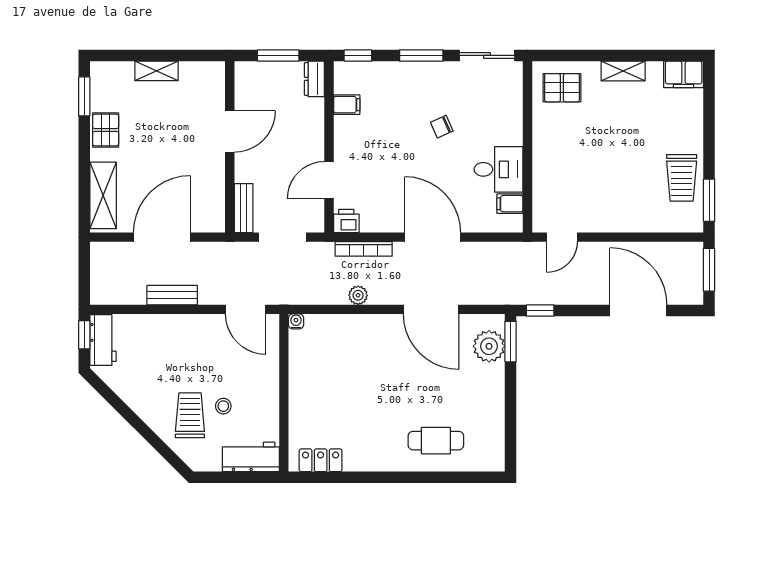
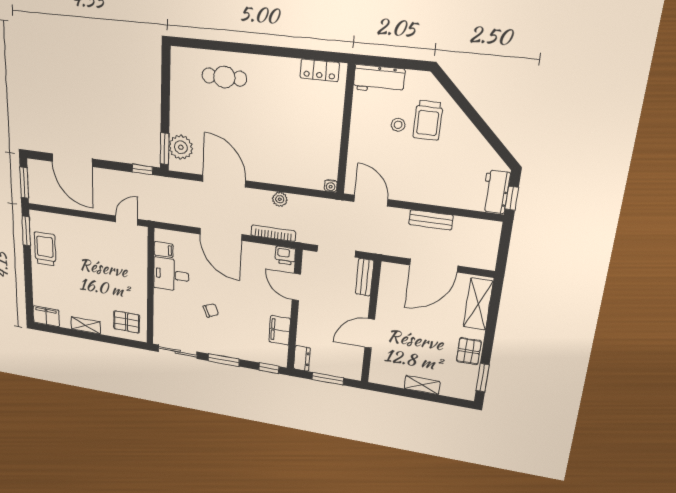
filing cabinet: (347, 105) -> (280, 330), width x2.00
door: (329, 180) -> (296, 287), swing flipped

